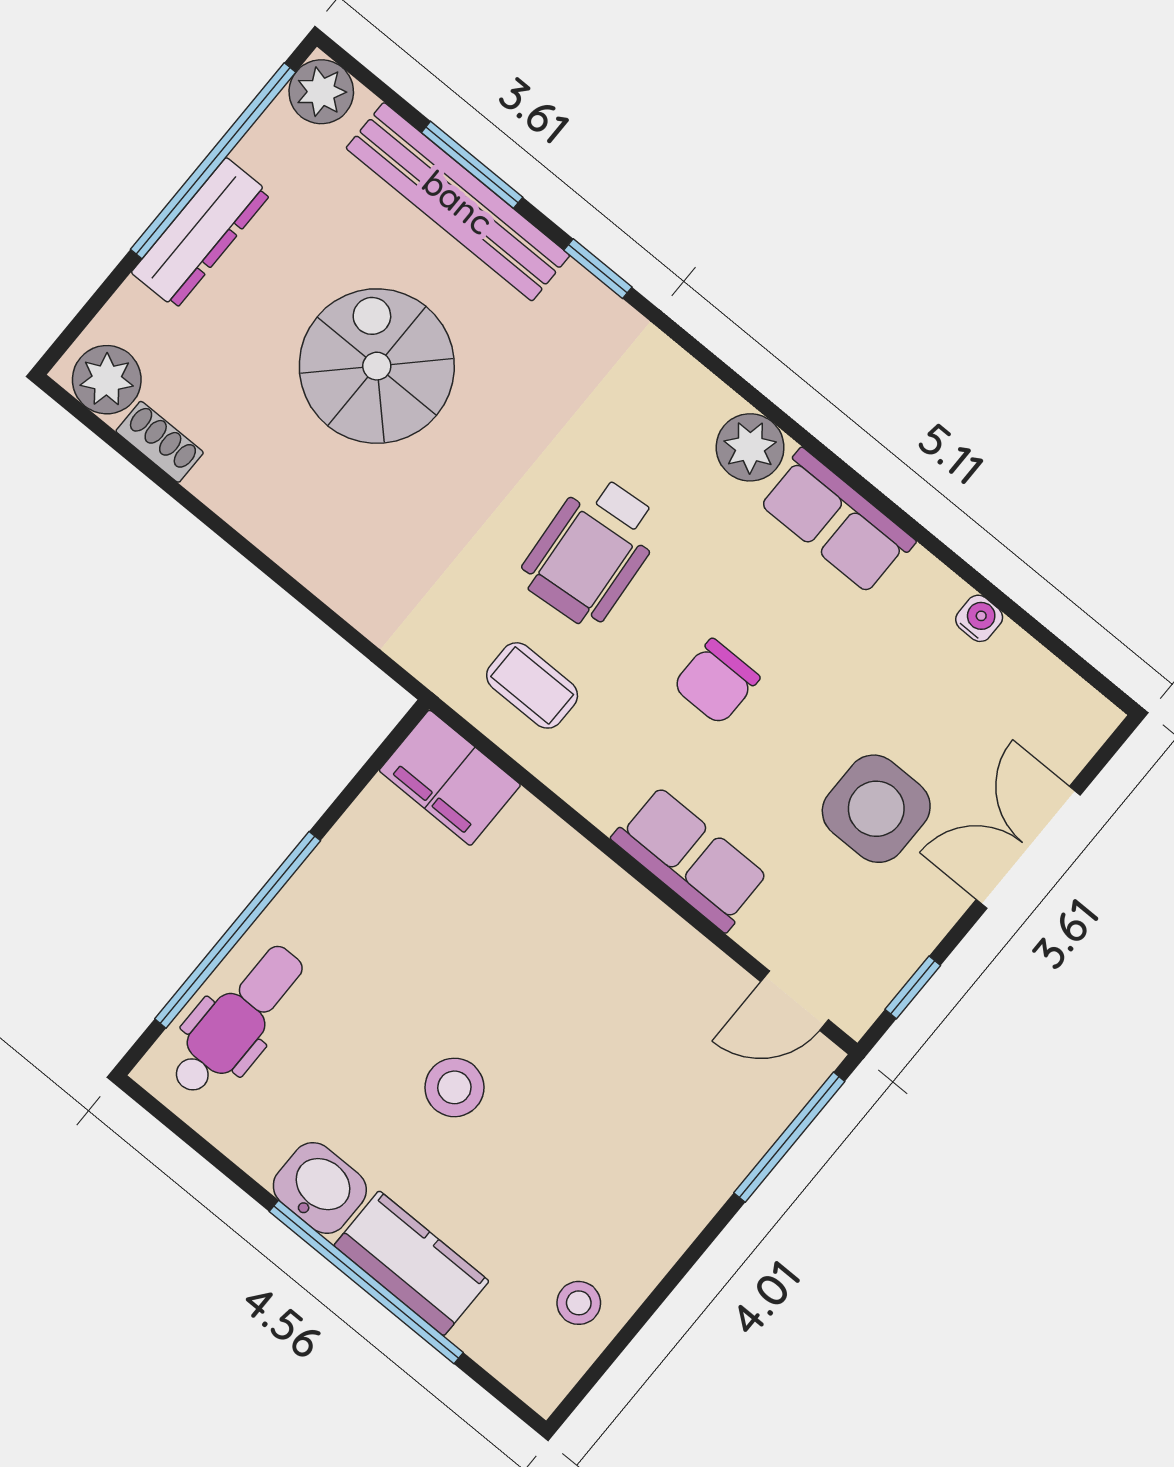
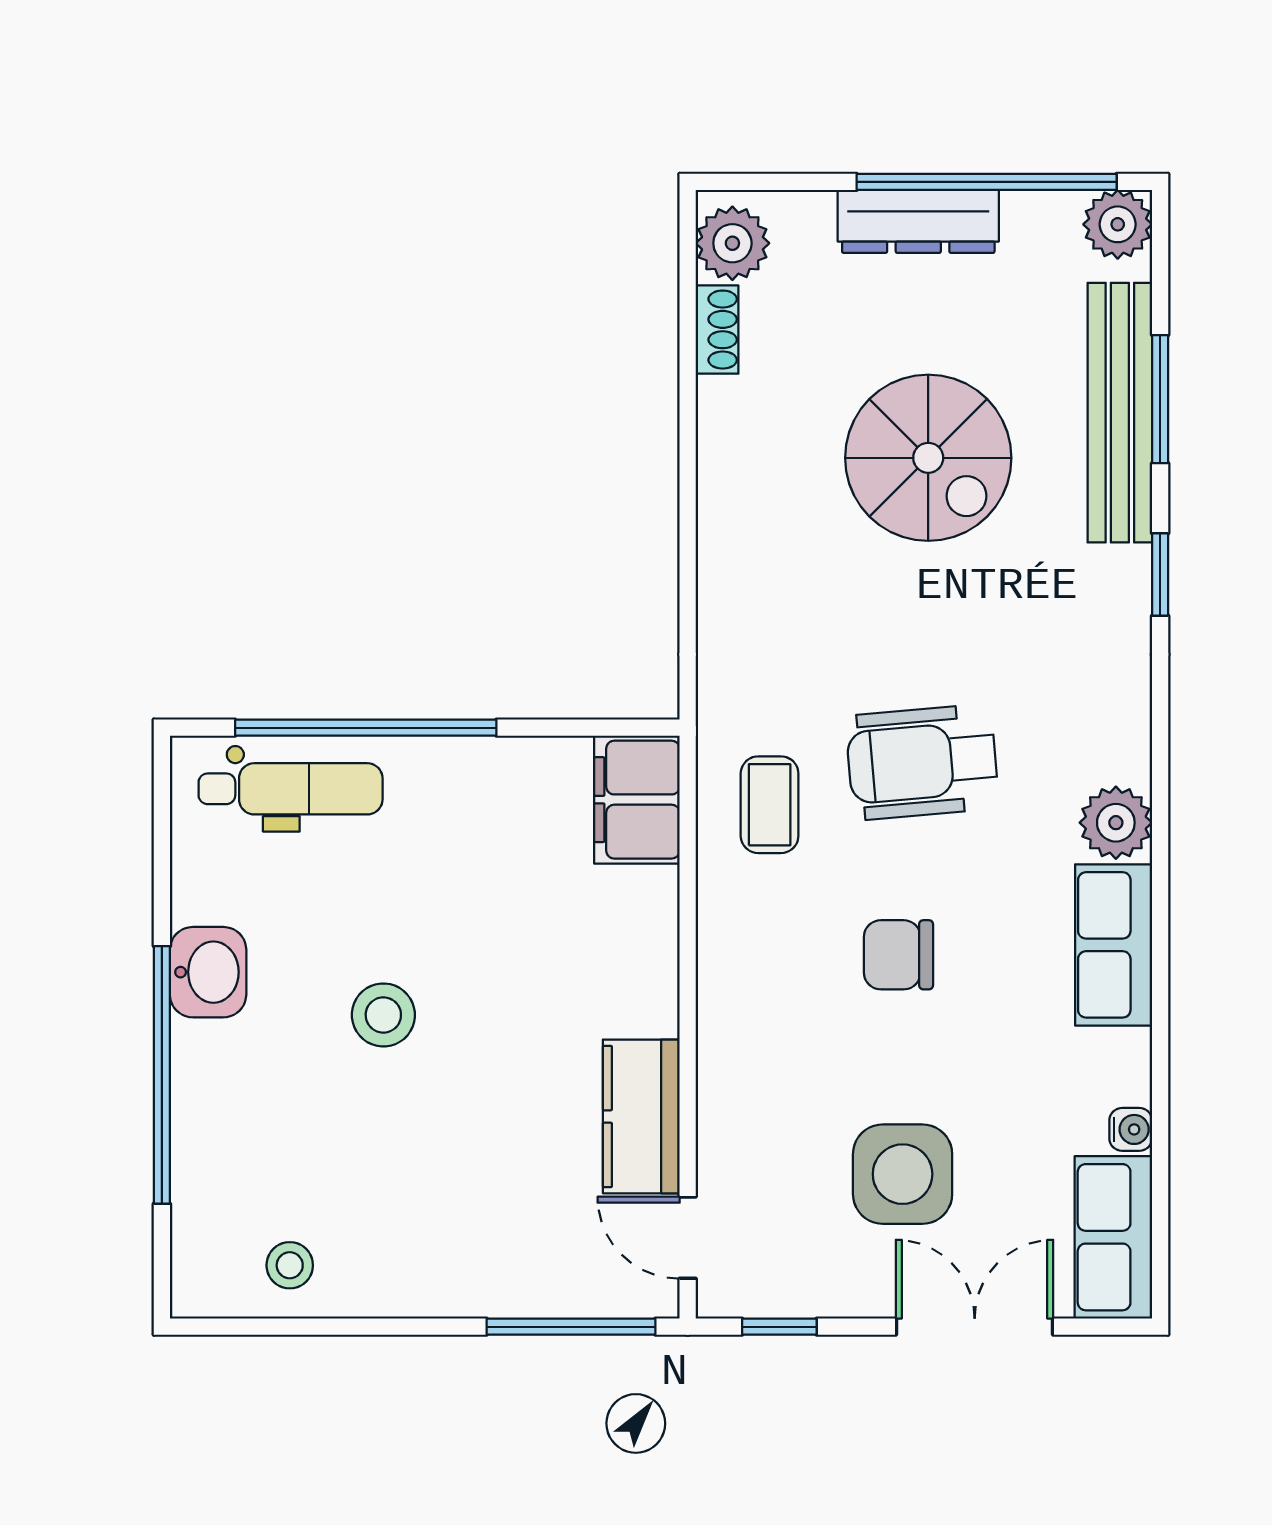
spiral stairs: (377, 366) -> (928, 458), turned 90
row of seats: (690, 859) -> (1113, 1237), moved, turned 180
kitchen counter: (411, 1263) -> (641, 1116), moved, turned 180

